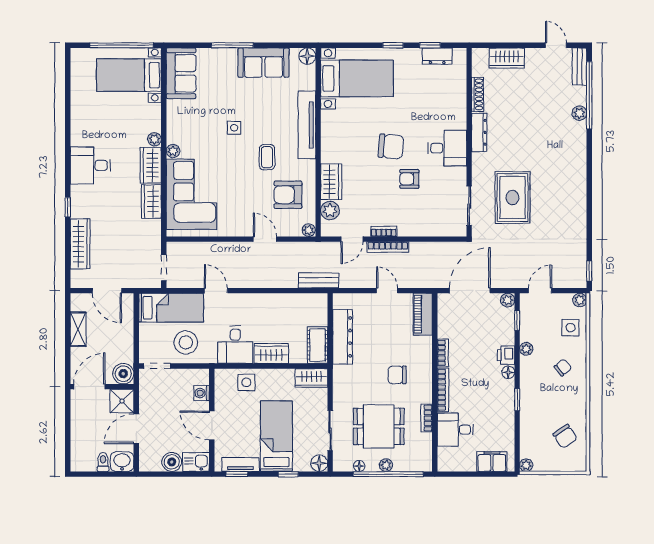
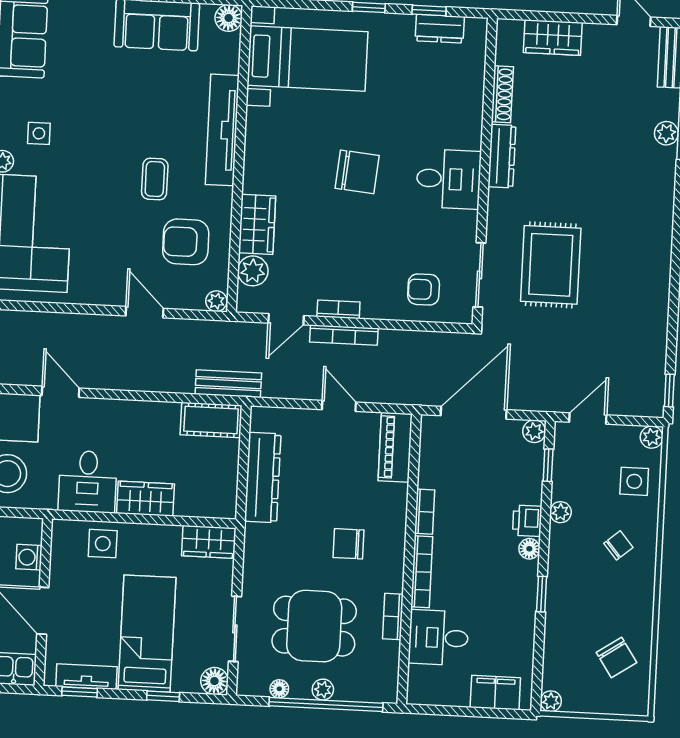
side table: (234, 128) -> (39, 133), moved
armchair: (409, 179) -> (424, 289), moved
cot: (318, 345) -> (211, 420), moved, turned 90

